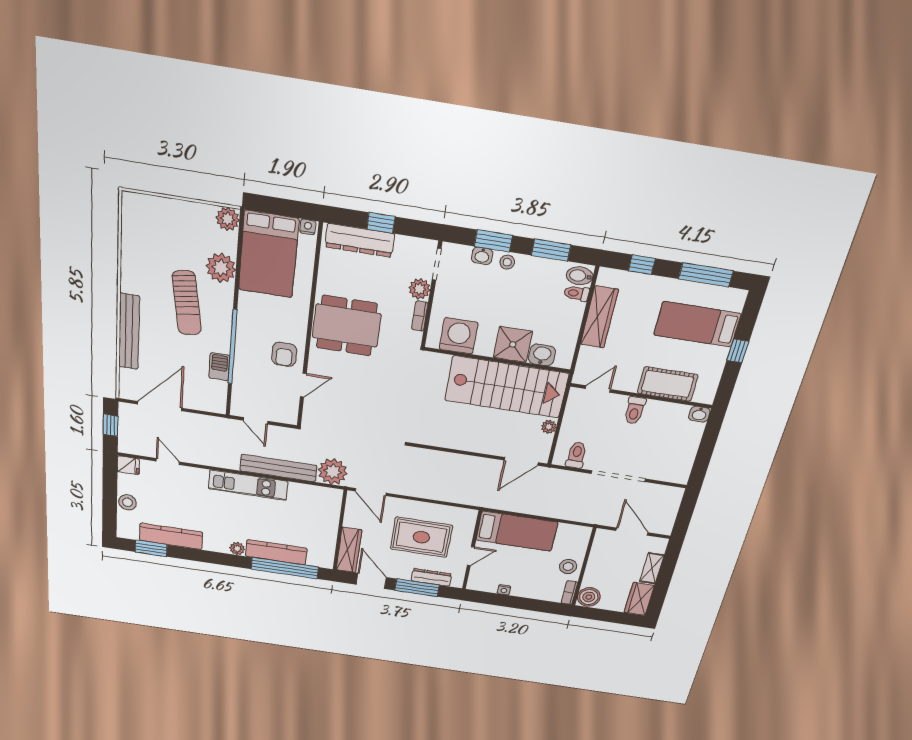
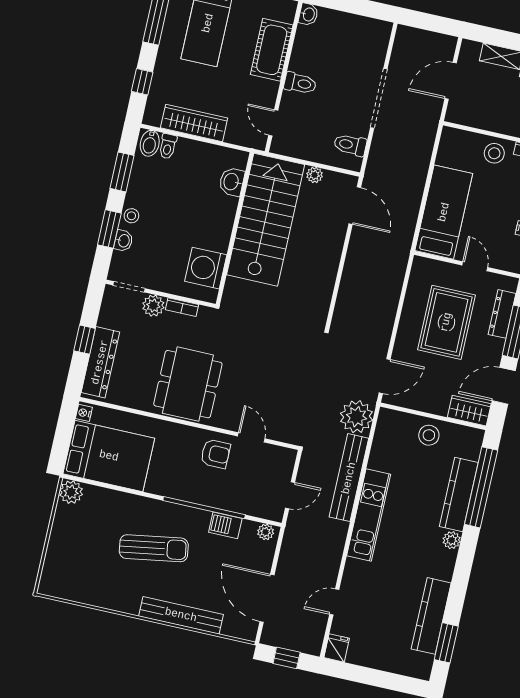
plant: (221, 268) -> (266, 532), moved, width x0.53, depth x0.53
shower: (513, 344) -> (218, 212), removed
stool: (128, 502) -> (429, 435), moved
wardrobe: (349, 550) -> (469, 411), width x0.67

